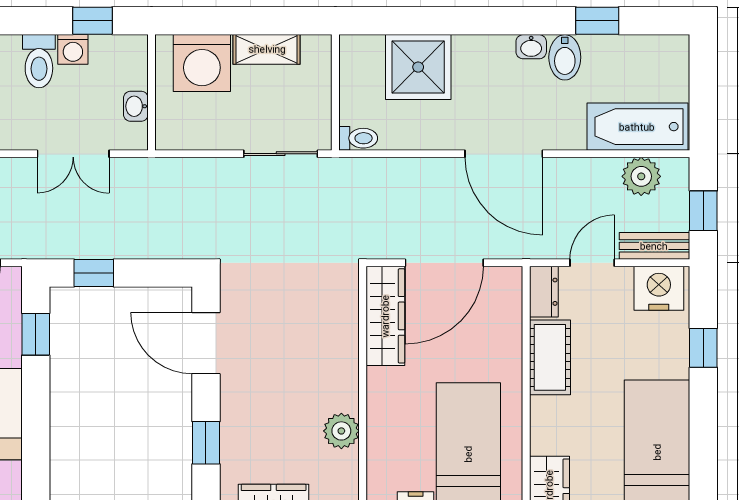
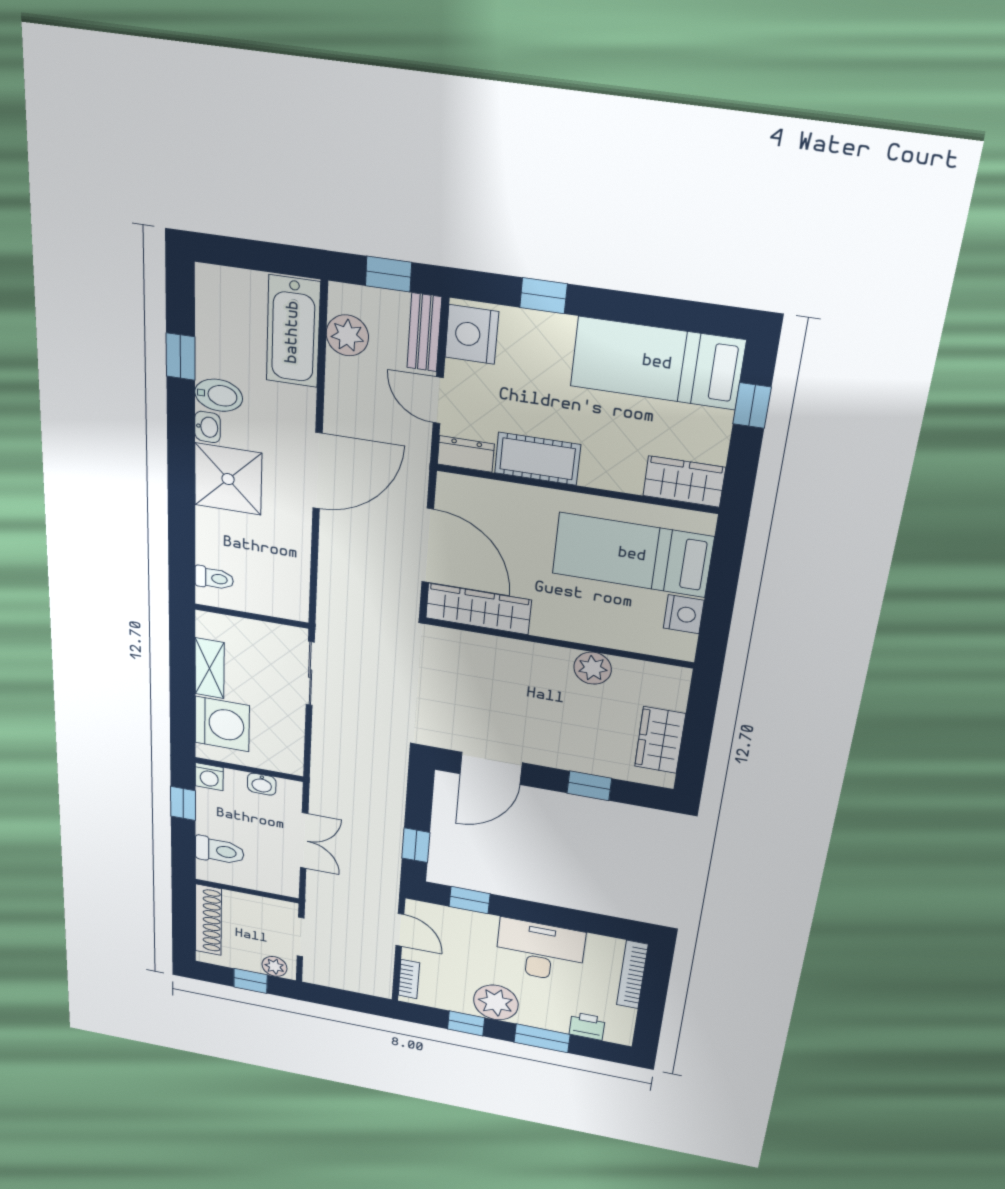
washing machine: (73, 49) -> (209, 777), moved, turned 90
shower: (418, 67) -> (228, 479), moved
toilet: (358, 138) -> (214, 578), moved, turned 90

